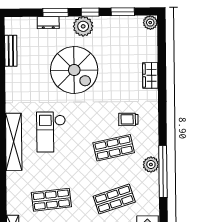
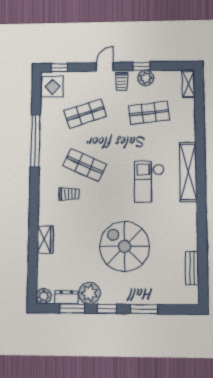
dresser: (48, 23) -> (66, 297), moved
plant: (83, 26) -> (90, 293), moved
checkout: (51, 132) -> (149, 182), turned 180
shop shelf: (114, 148) -> (85, 165), turned 36
plant: (151, 165) -> (47, 148), removed

